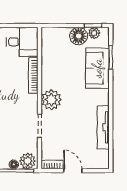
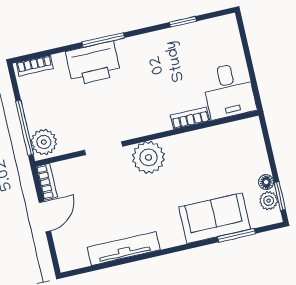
floor lamp: (79, 36) -> (266, 182), width x0.53, depth x0.53
bookcase: (33, 76) -> (190, 118), width x0.64
floor lamp: (14, 164) -> (33, 122), removed

